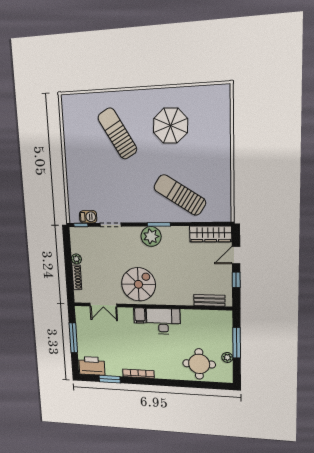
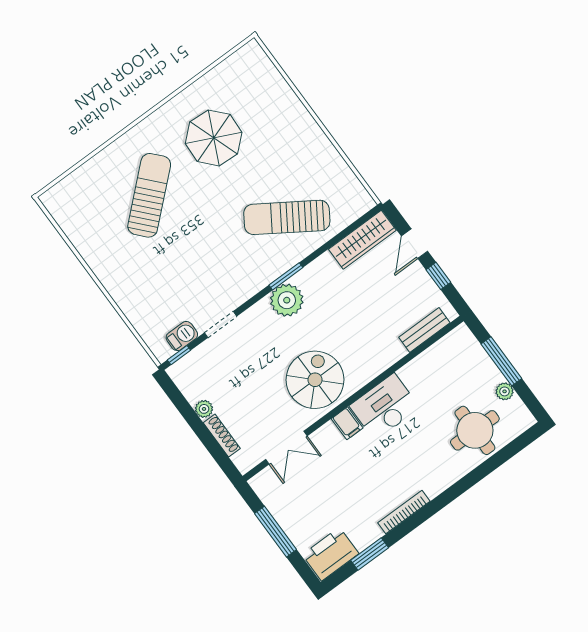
sun lounger: (117, 133) -> (149, 195), turned 78

